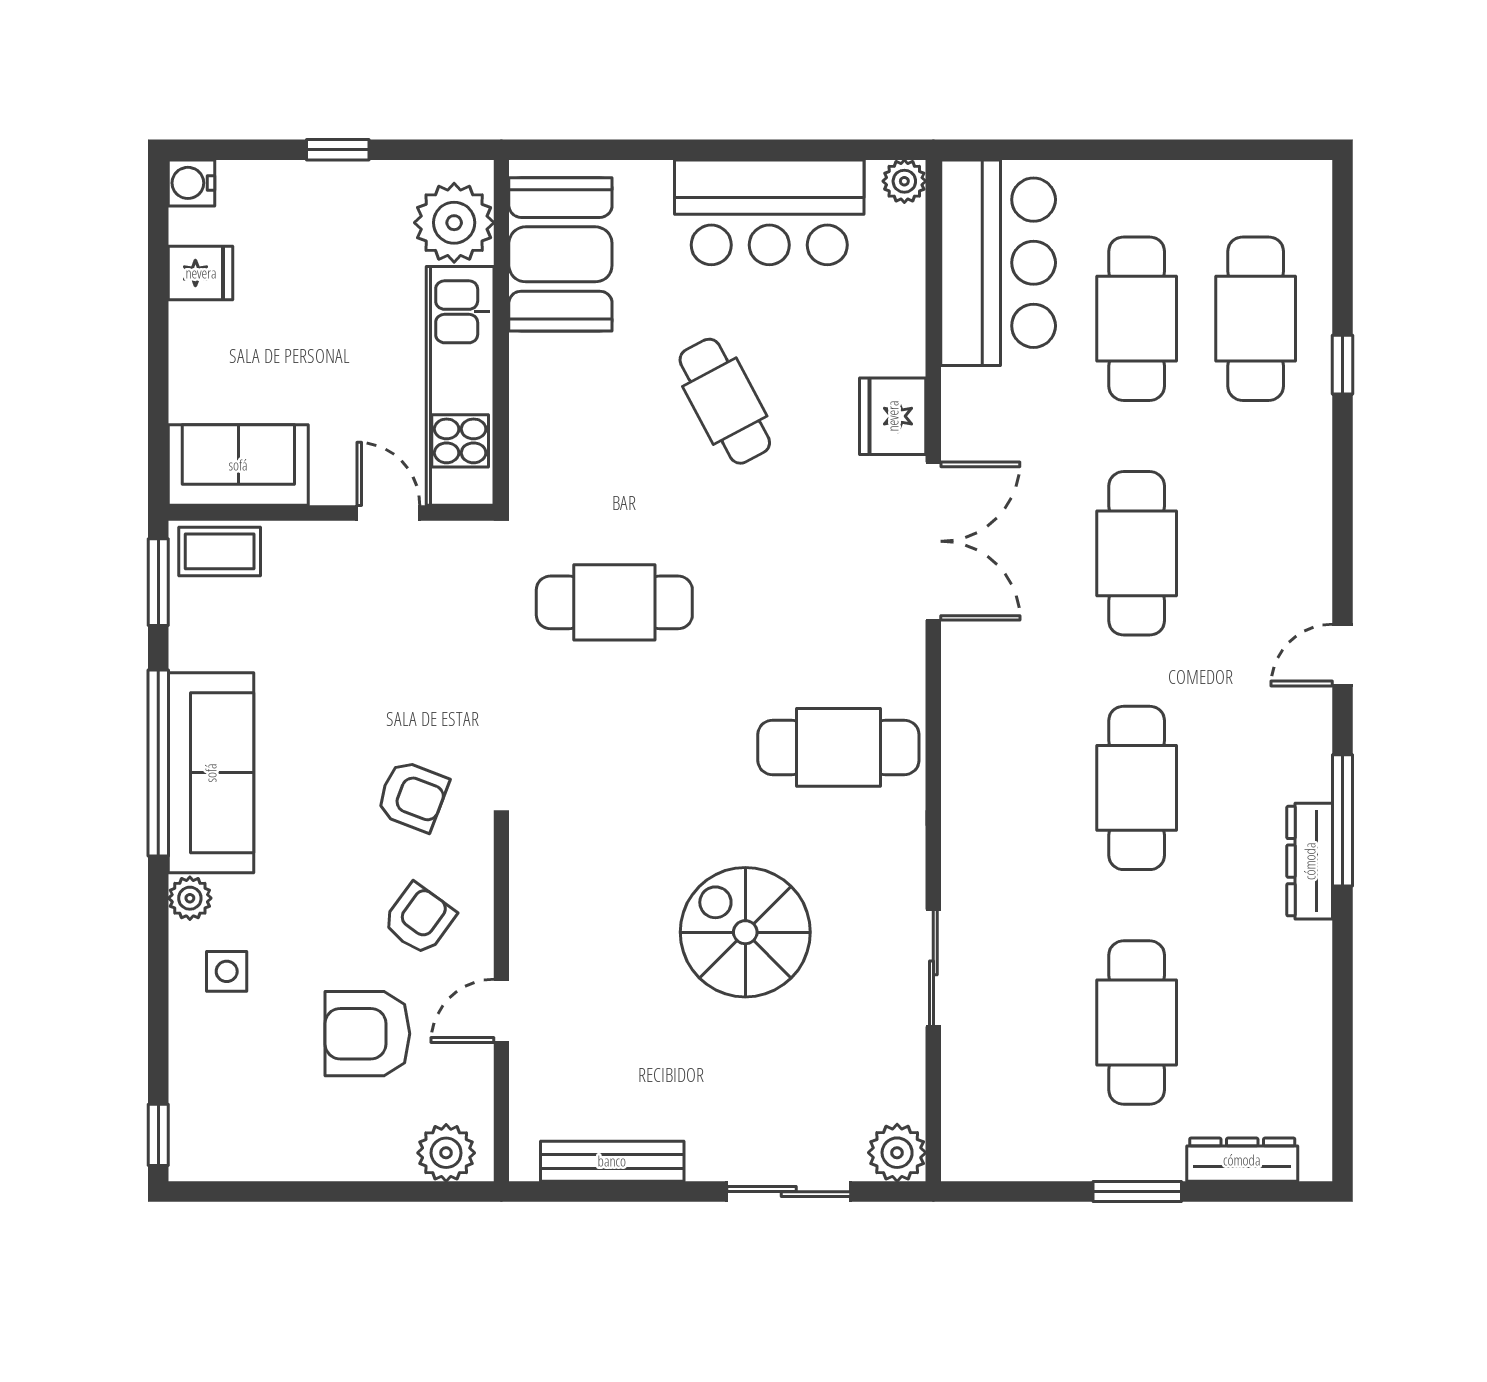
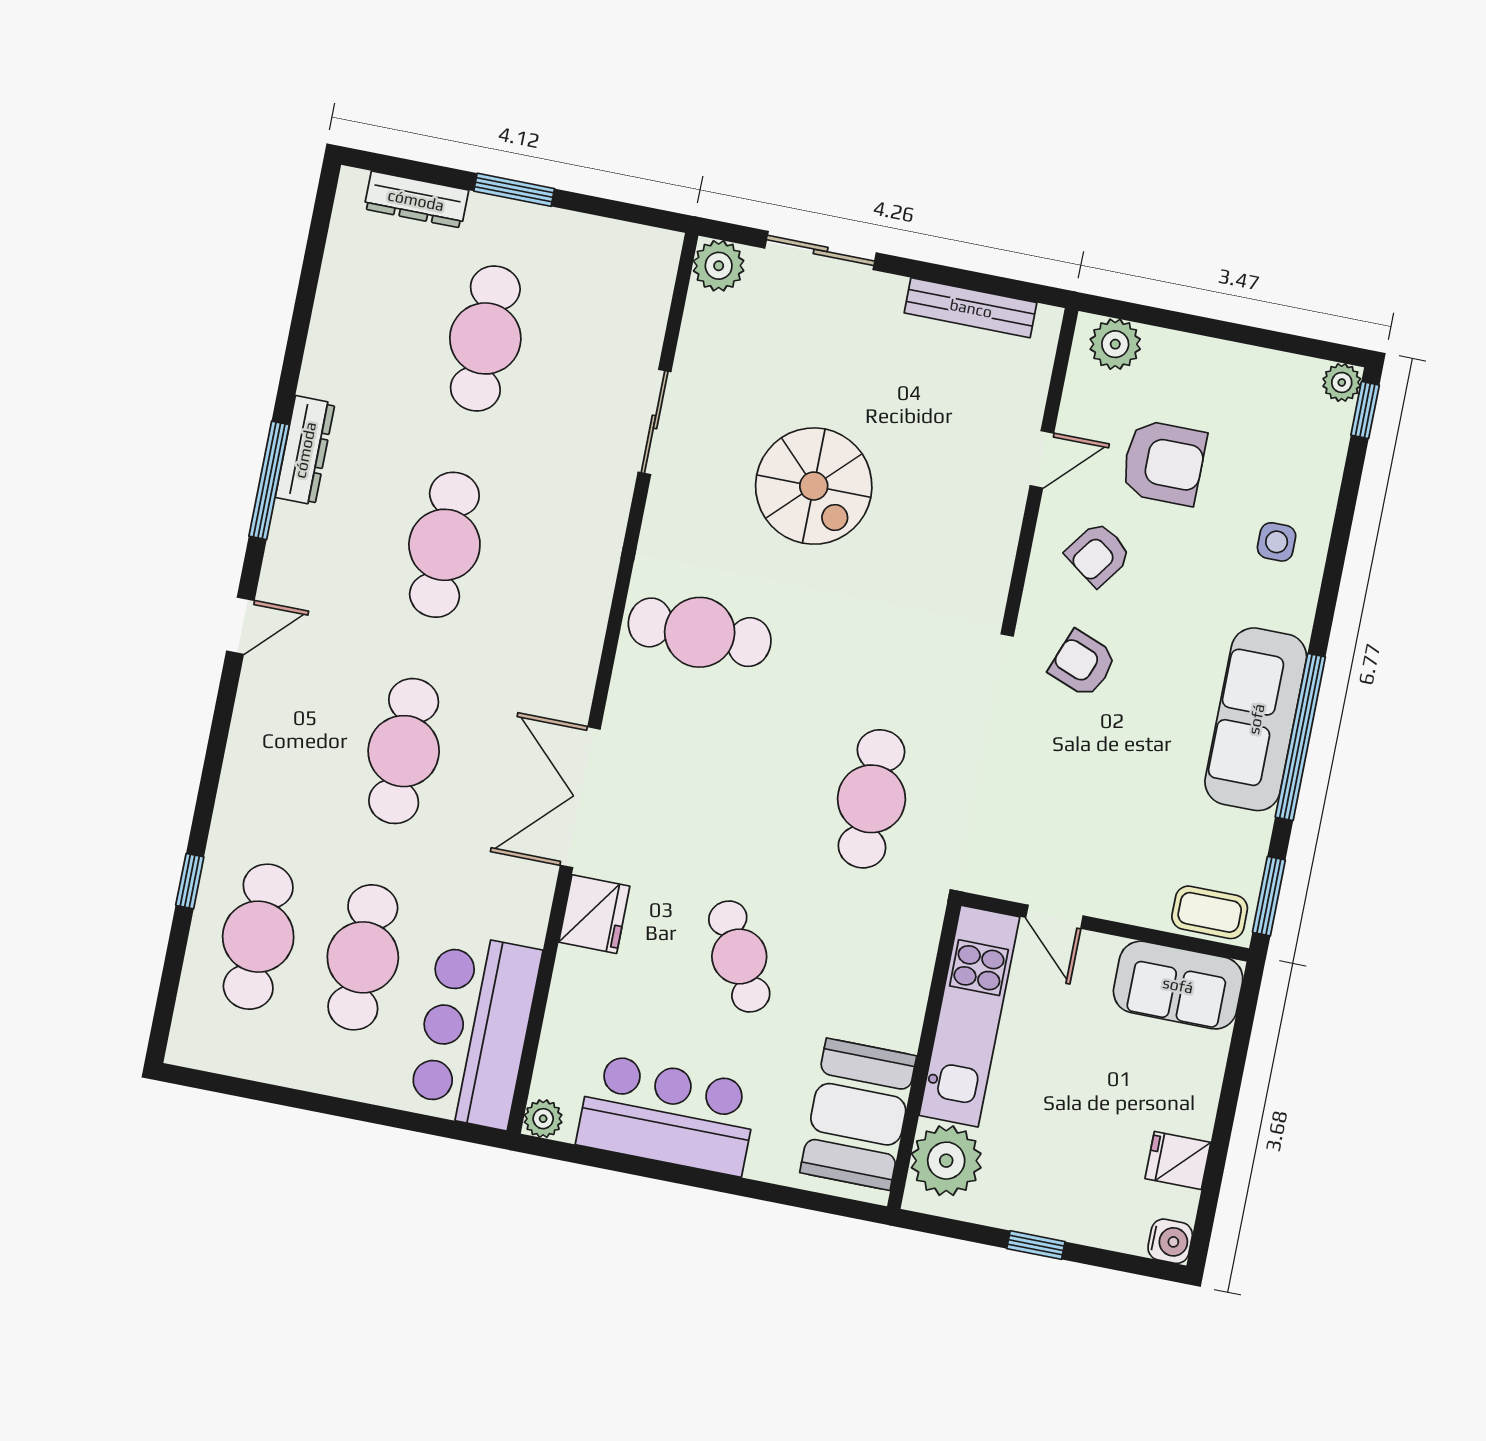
cafe table: (614, 602) -> (871, 799), turned 90
plant: (190, 898) -> (1342, 382), moved

